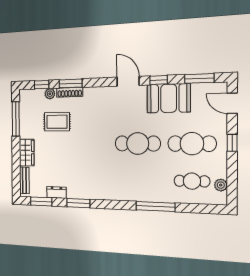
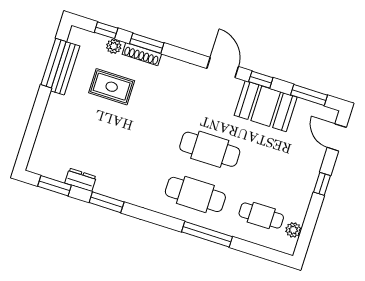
cafe table: (192, 144) -> (195, 194), moved
wardrobe: (27, 153) -> (55, 114), removed
bench: (24, 180) -> (65, 68), moved, width x1.36

